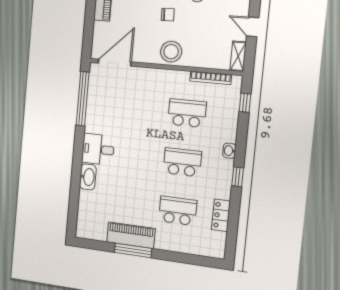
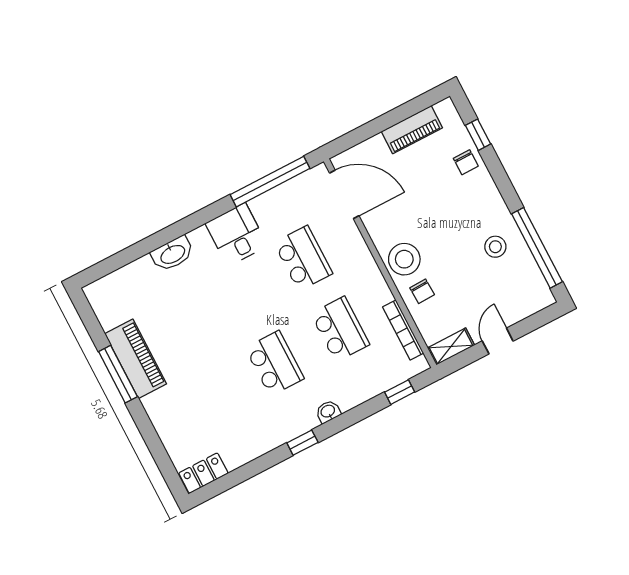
chair: (168, 15) -> (422, 291), moved
desk: (98, 149) -> (236, 235), moved
school desk: (178, 211) -> (303, 258), moved
locker: (221, 215) -> (203, 473), moved

